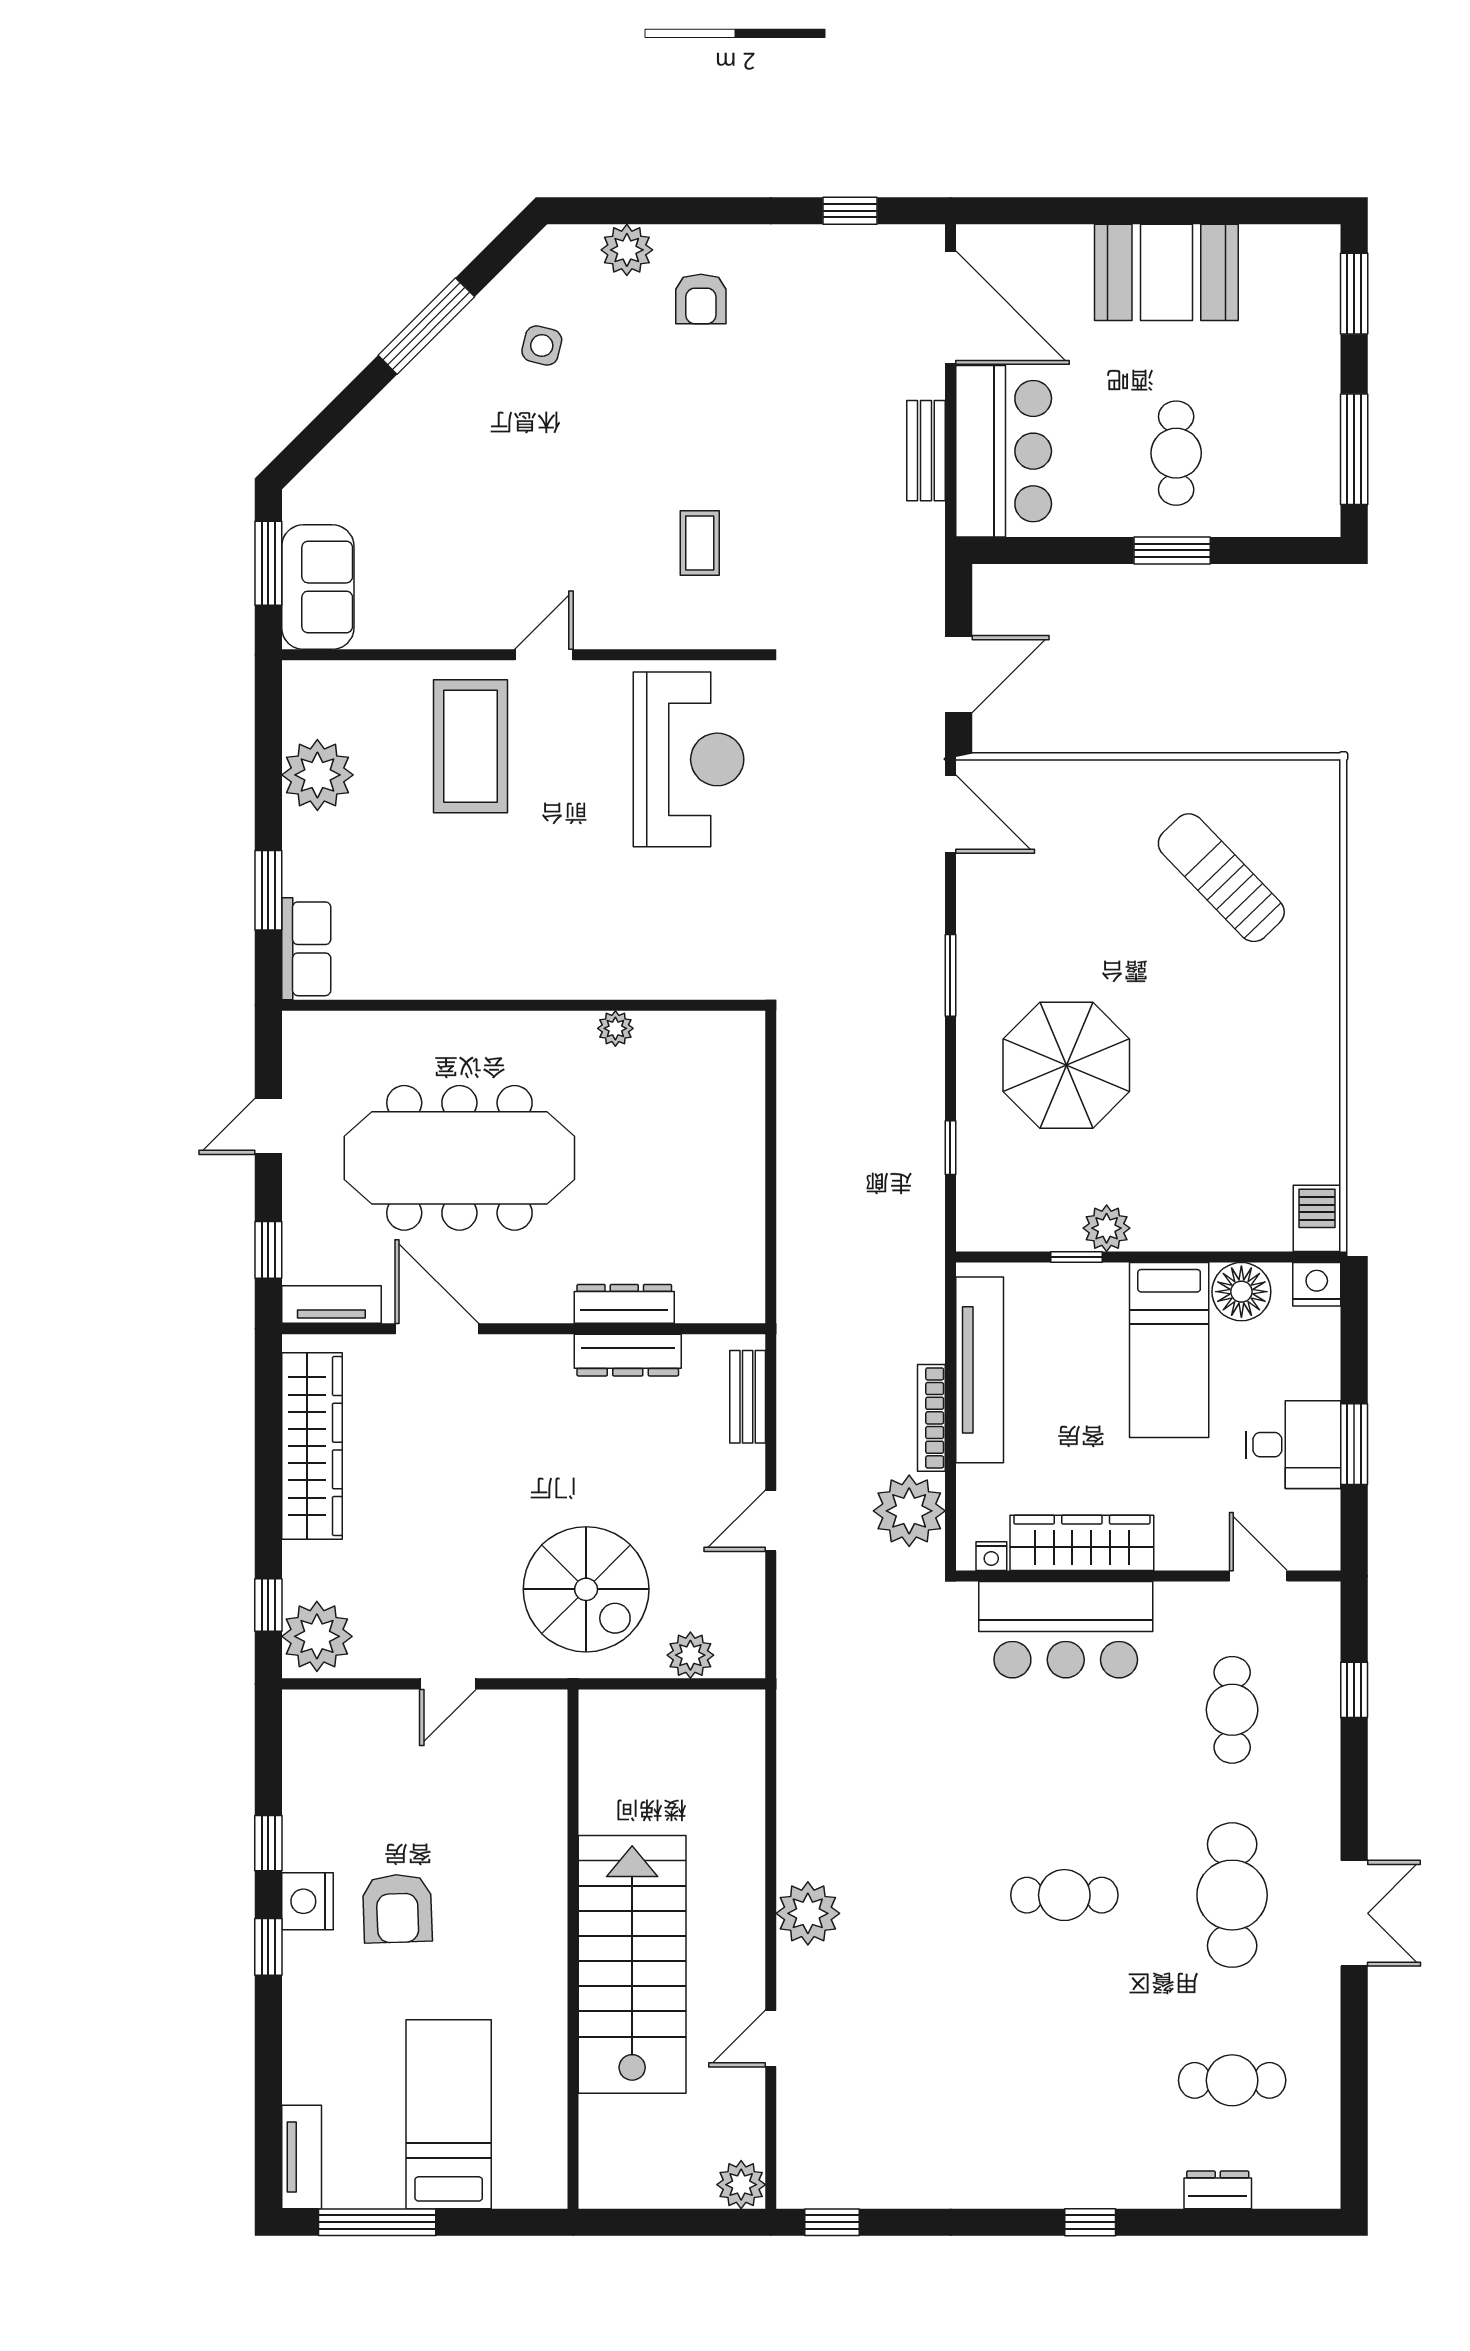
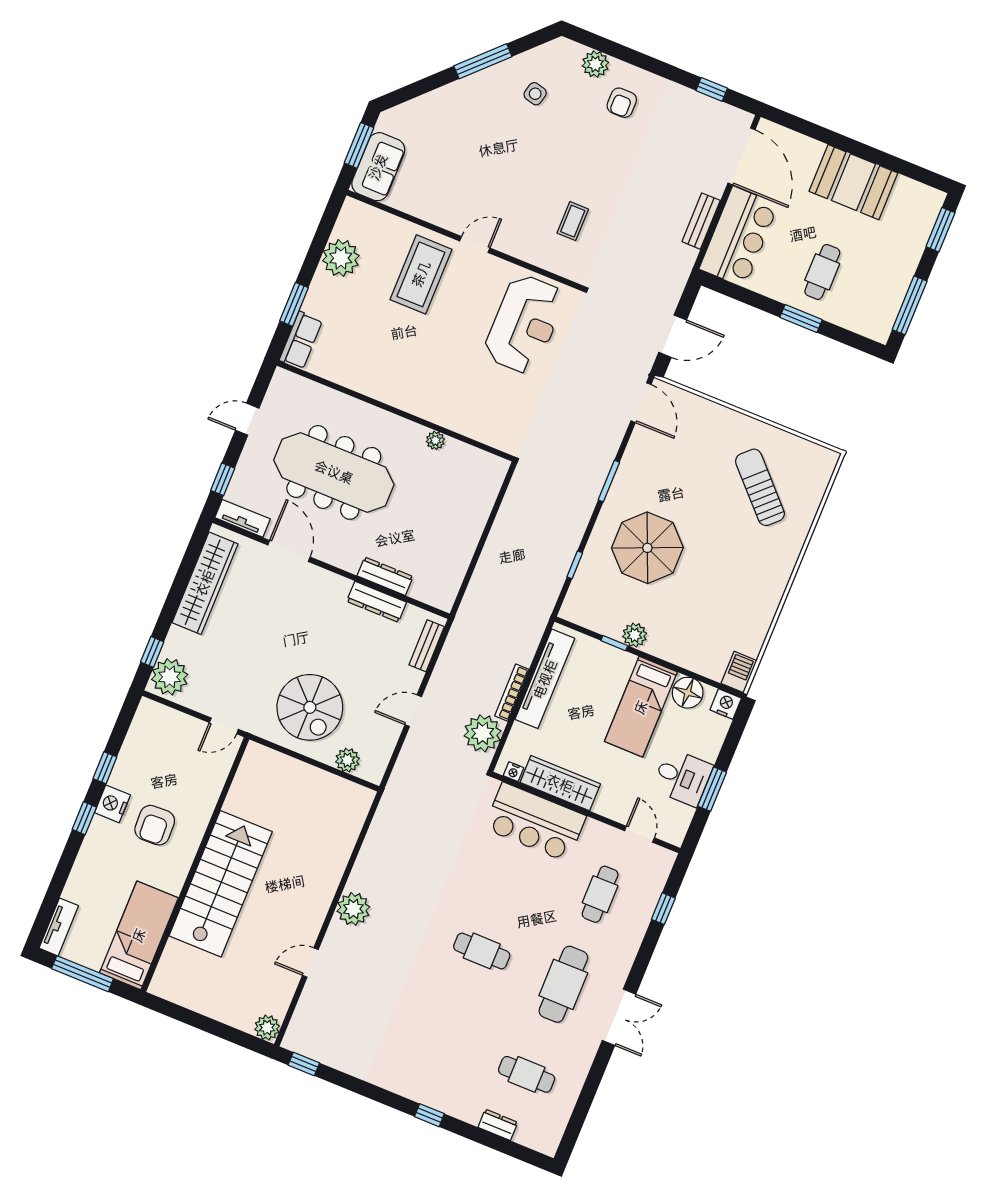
wall: (573, 1949) -> (195, 865), moved
stairs: (632, 1964) -> (221, 884), moved

